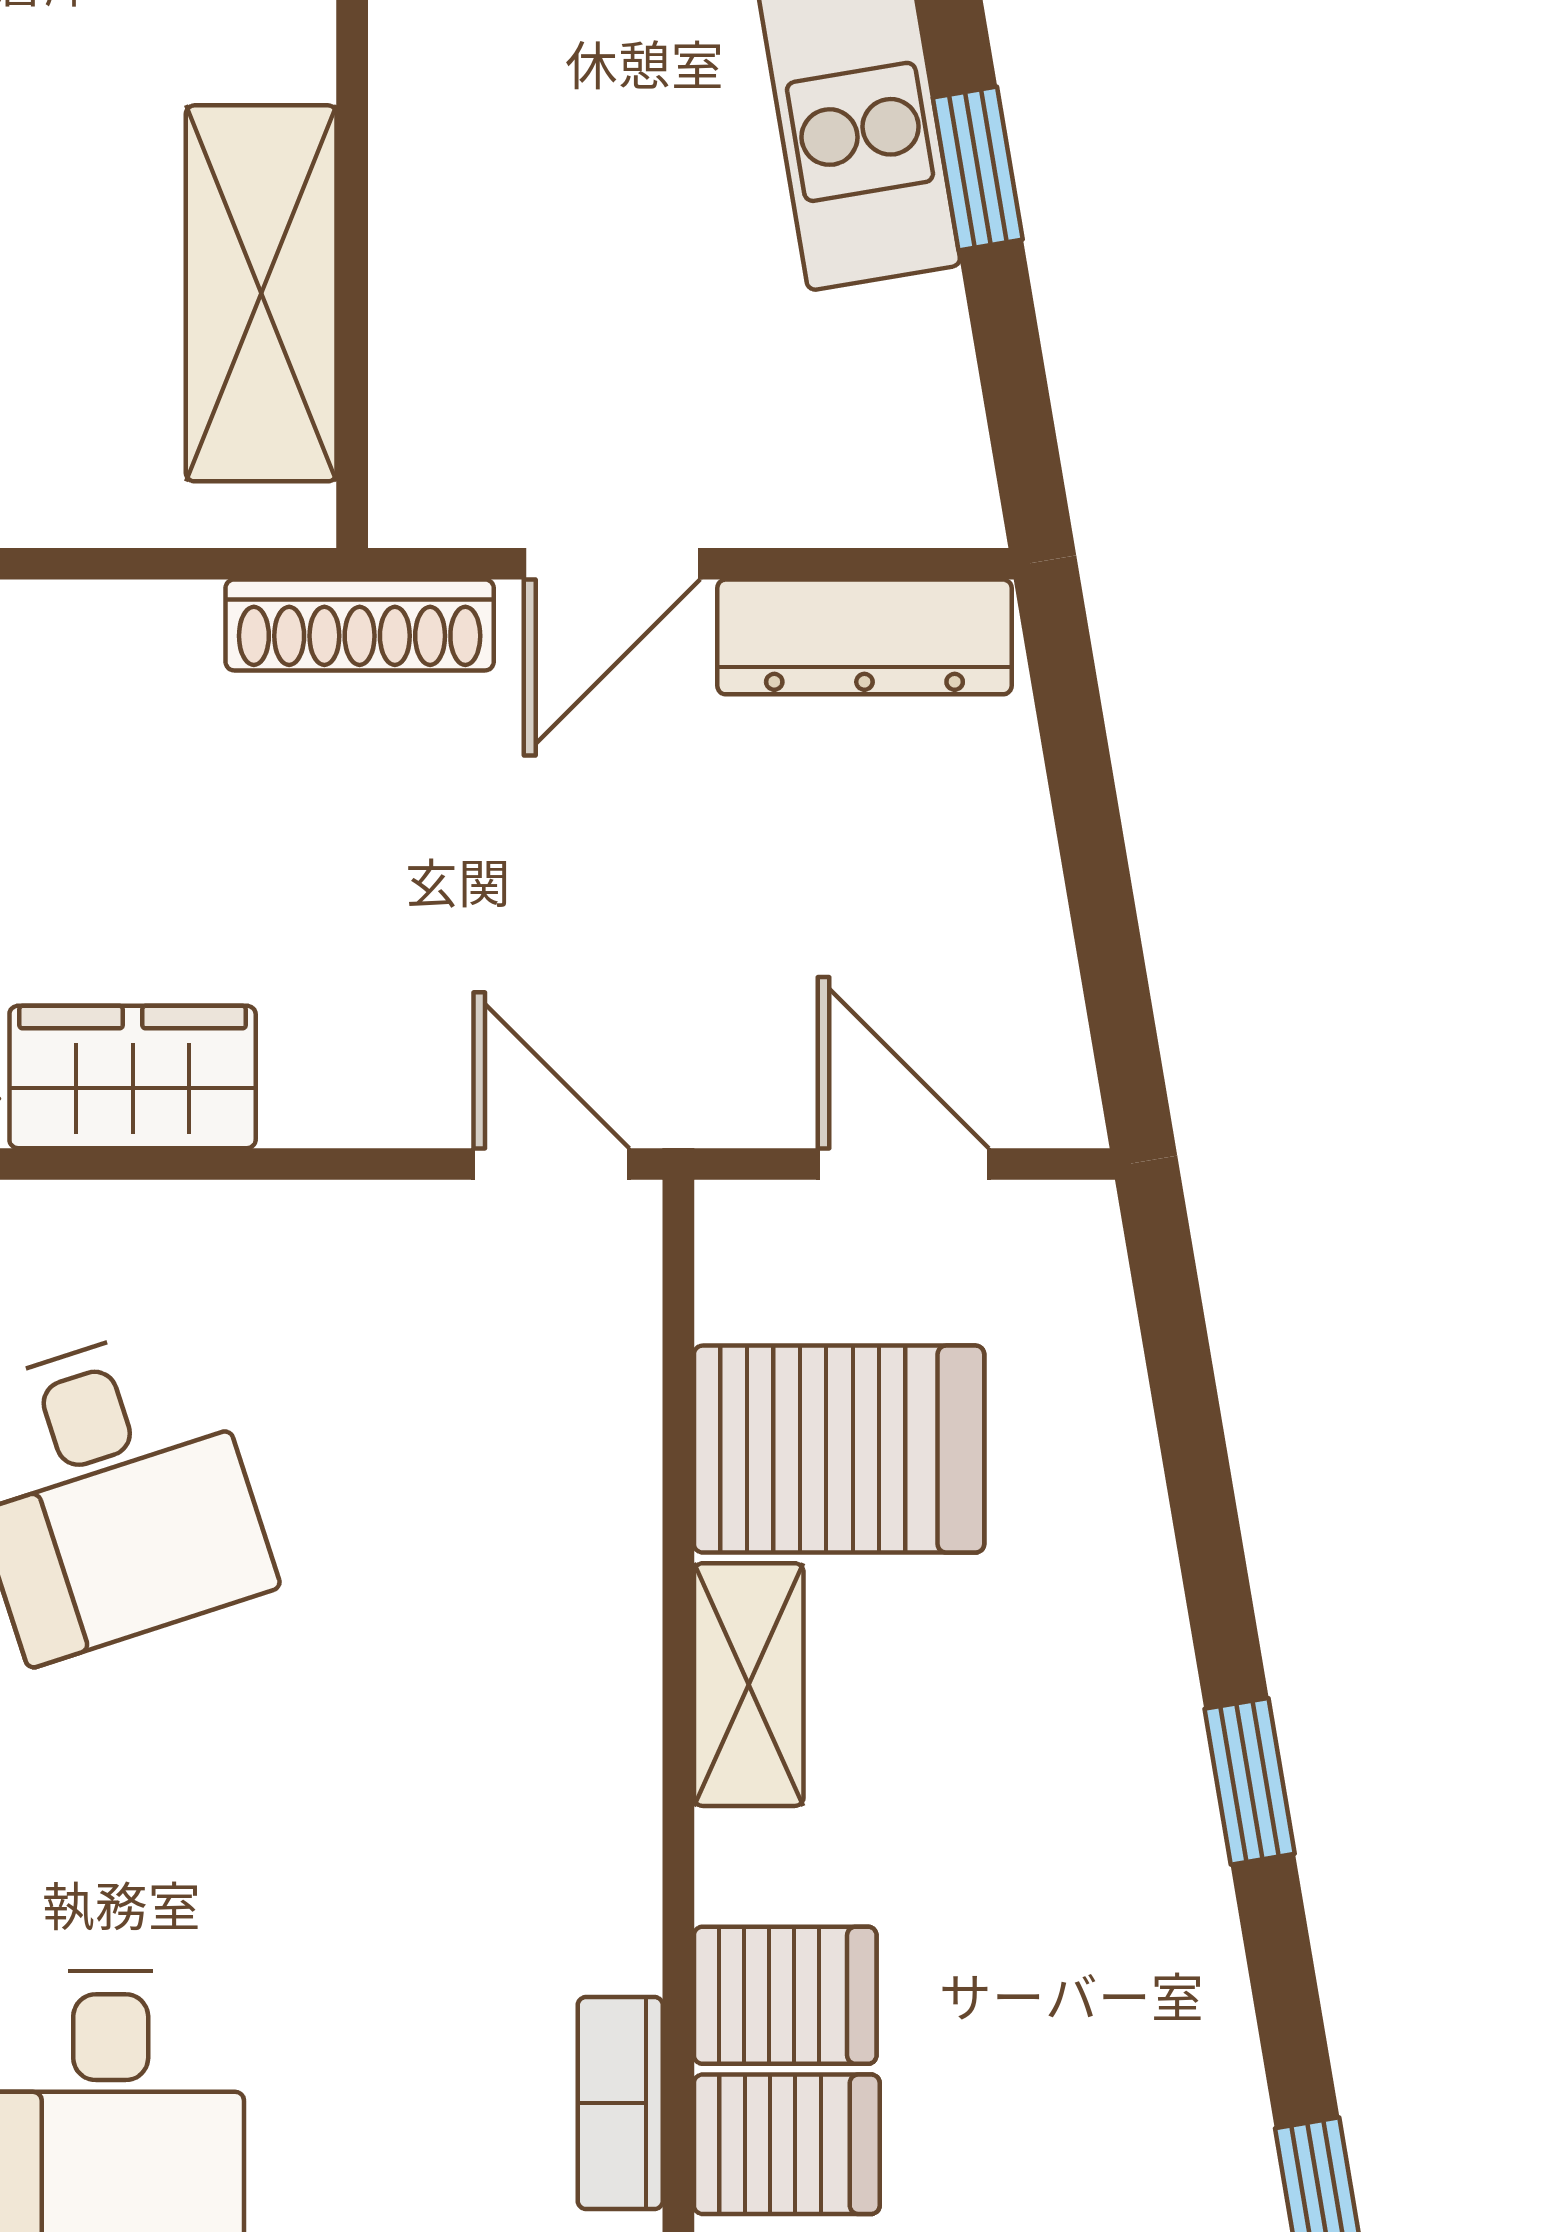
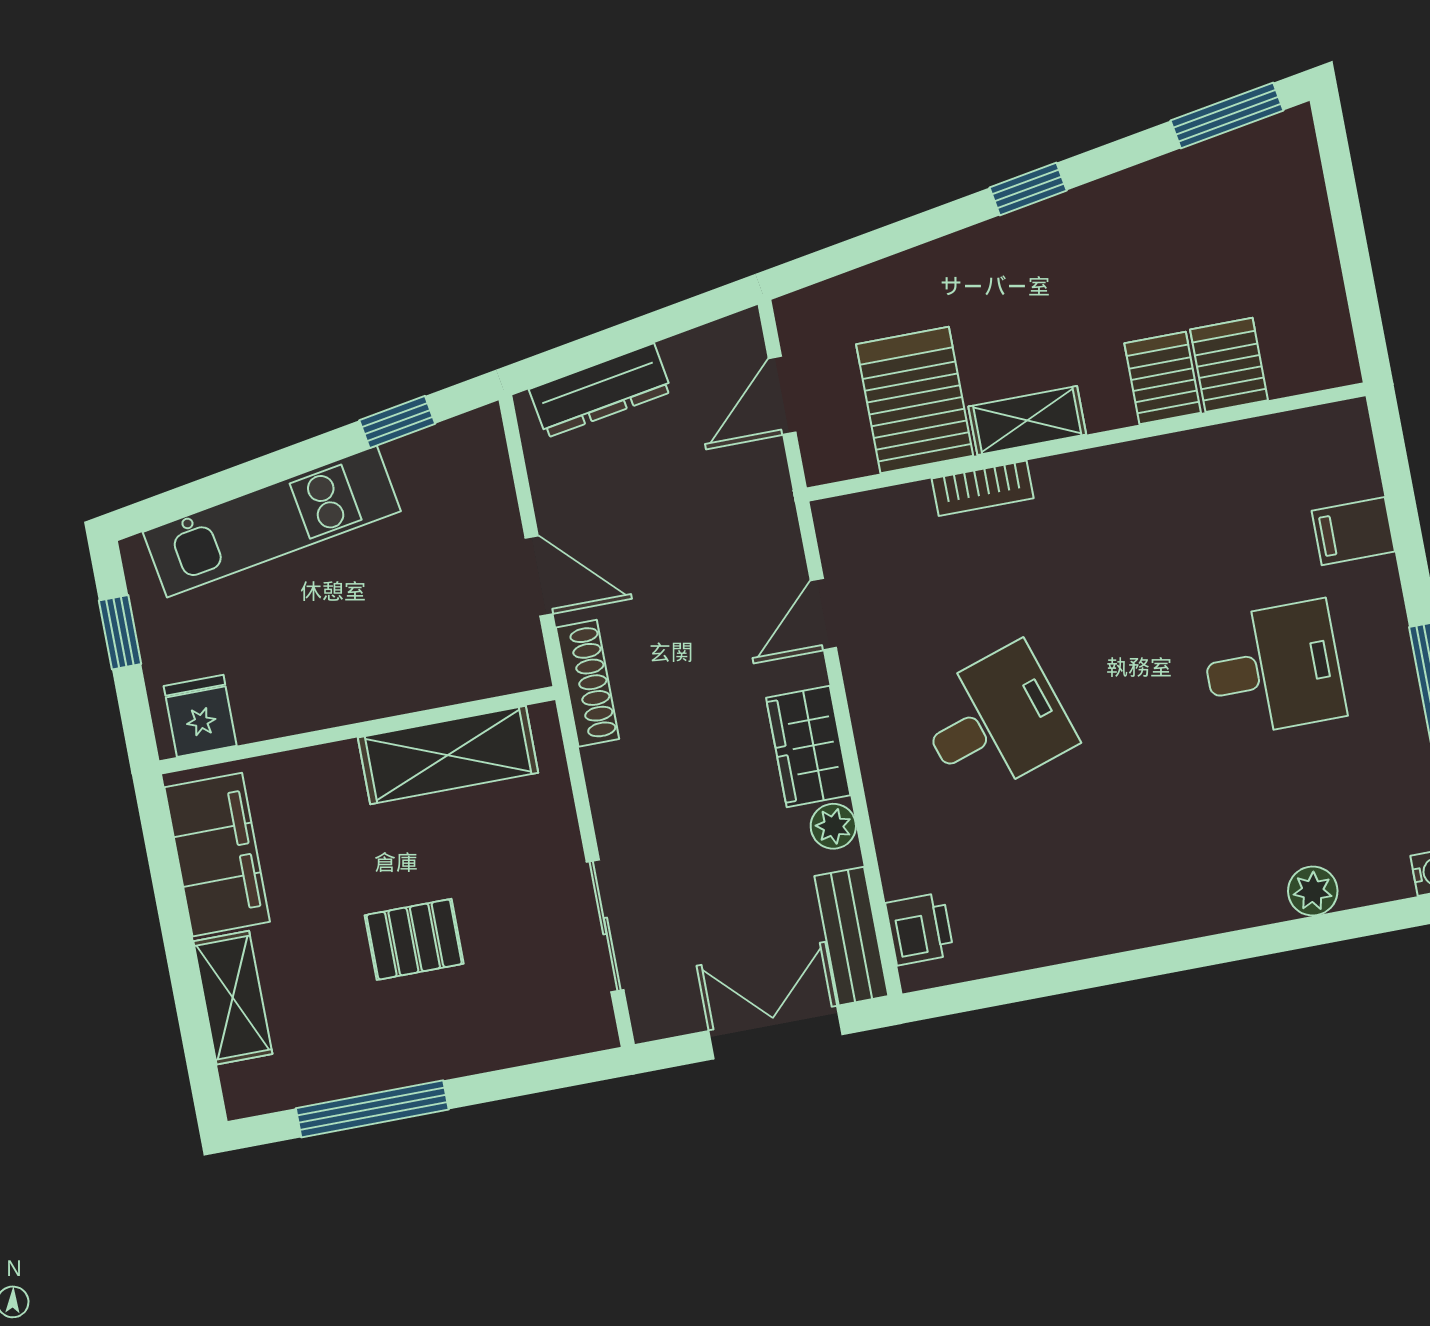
window: (978, 168) -> (397, 422), moved
dresser: (864, 637) -> (600, 391), moved, turned 80
door: (551, 1164) -> (823, 614), moved
bookcase: (620, 2103) -> (983, 488), moved

